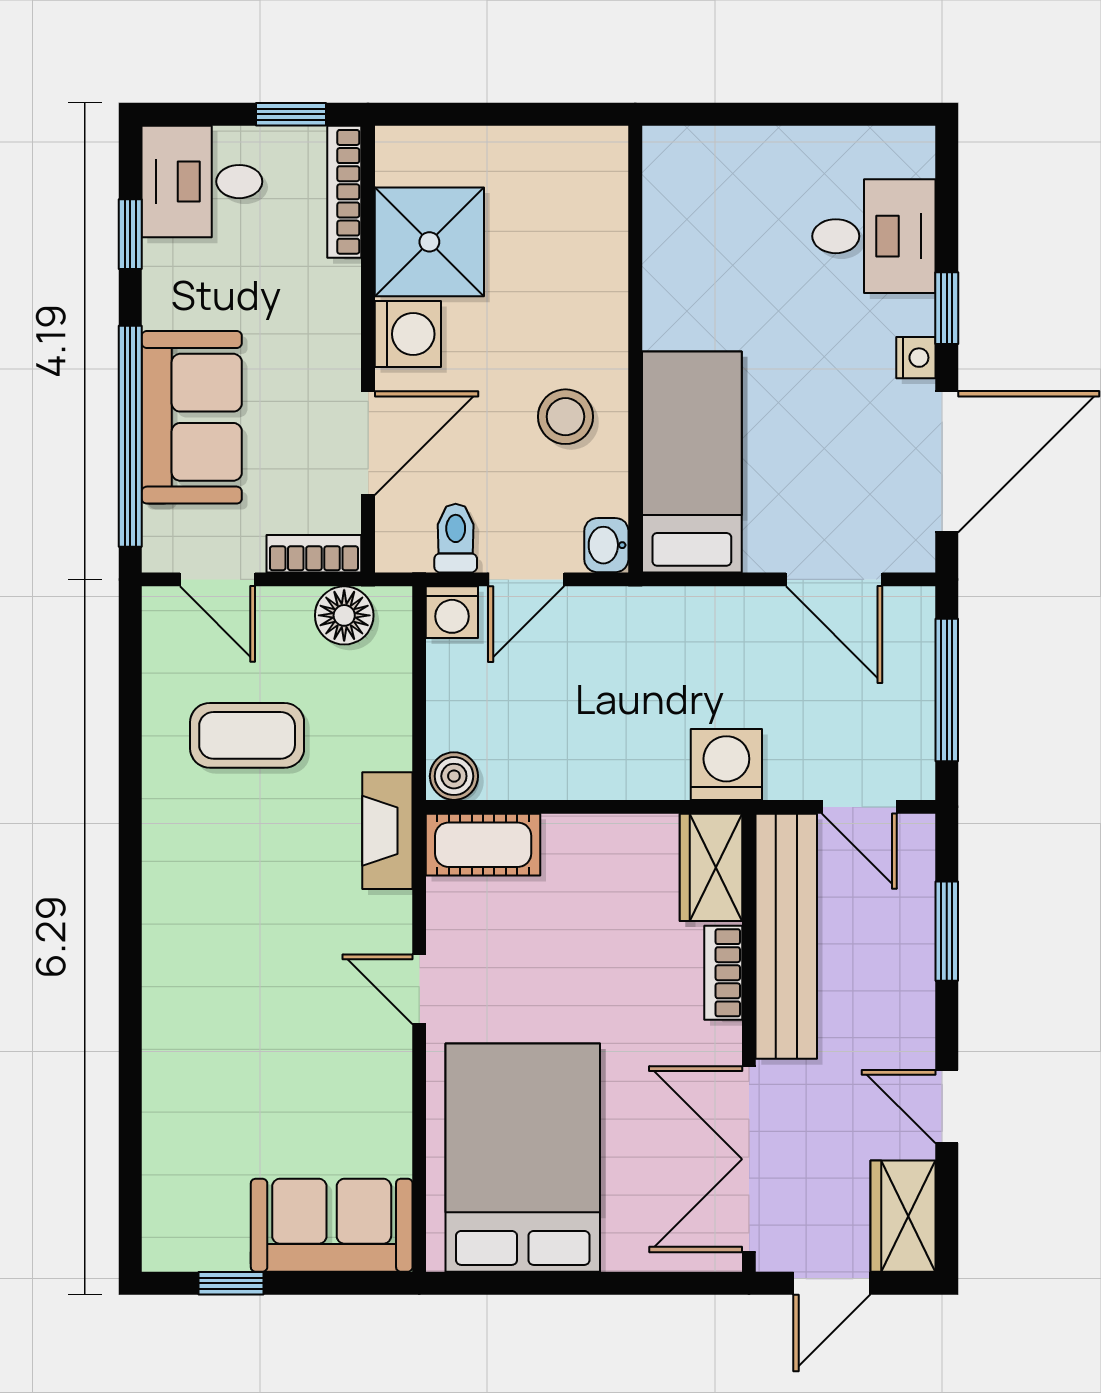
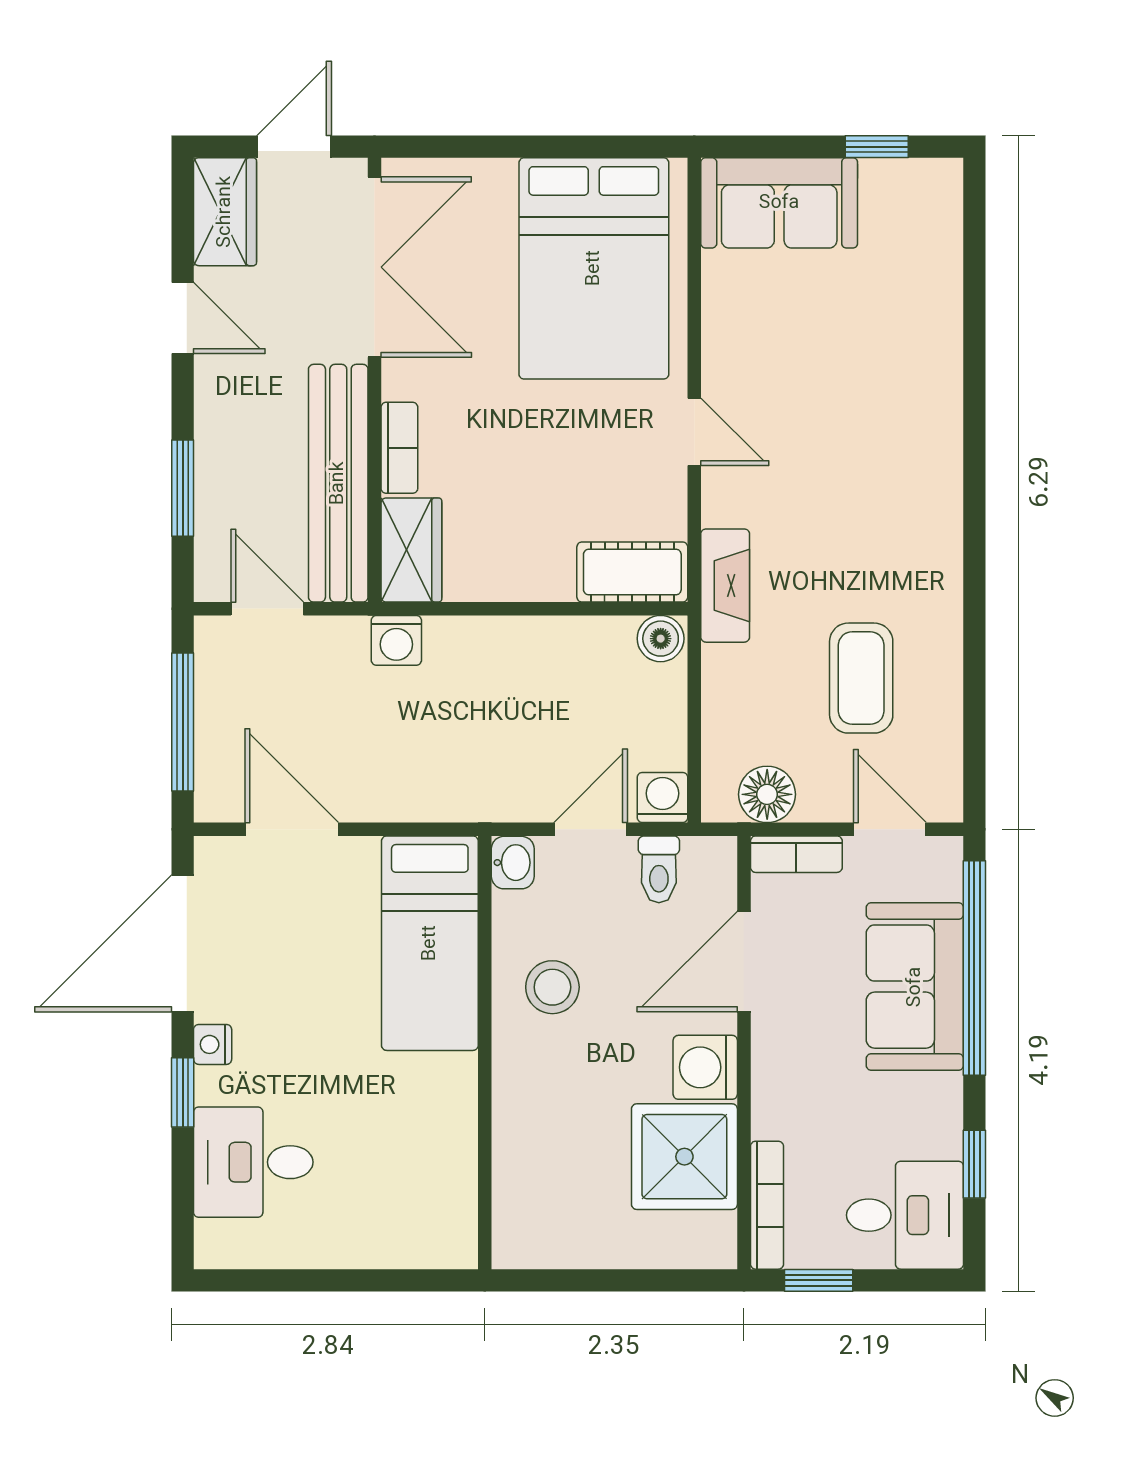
coffee table: (247, 735) -> (861, 678), turned 90
washing machine: (726, 765) -> (396, 640), width x0.73, depth x0.73

